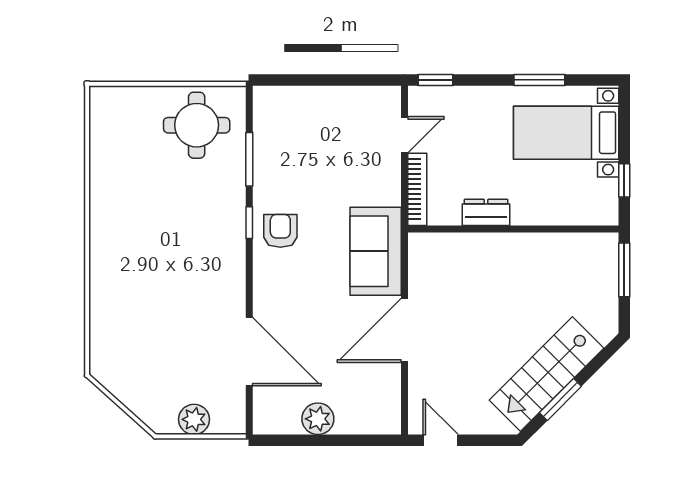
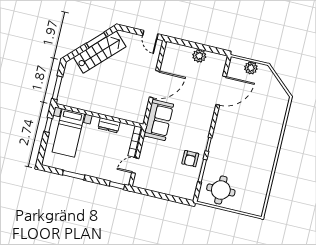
bed with nightstands: (566, 133) -> (68, 133), moved, turned 90
armchair: (280, 231) -> (190, 159), moved
door: (249, 352) -> (221, 91), swing flipped

